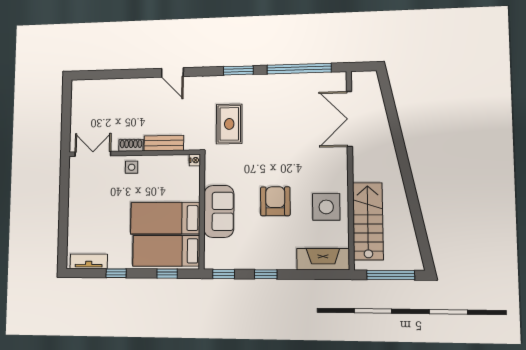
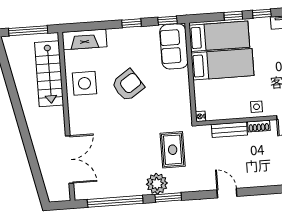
plant: (250, 86) -> (157, 184), added
armchair: (275, 201) -> (128, 85), turned -124
sofa: (219, 211) -> (174, 46), moved
window: (167, 274) -> (233, 16), moved

